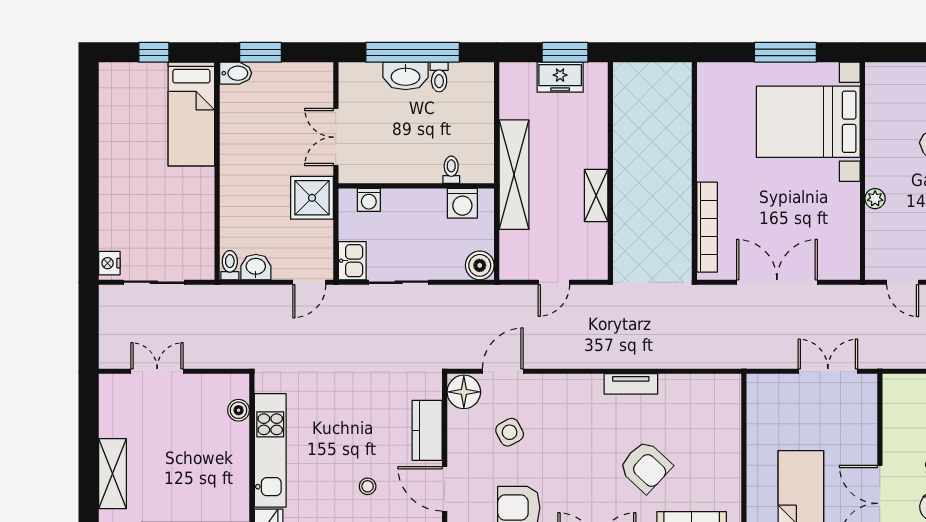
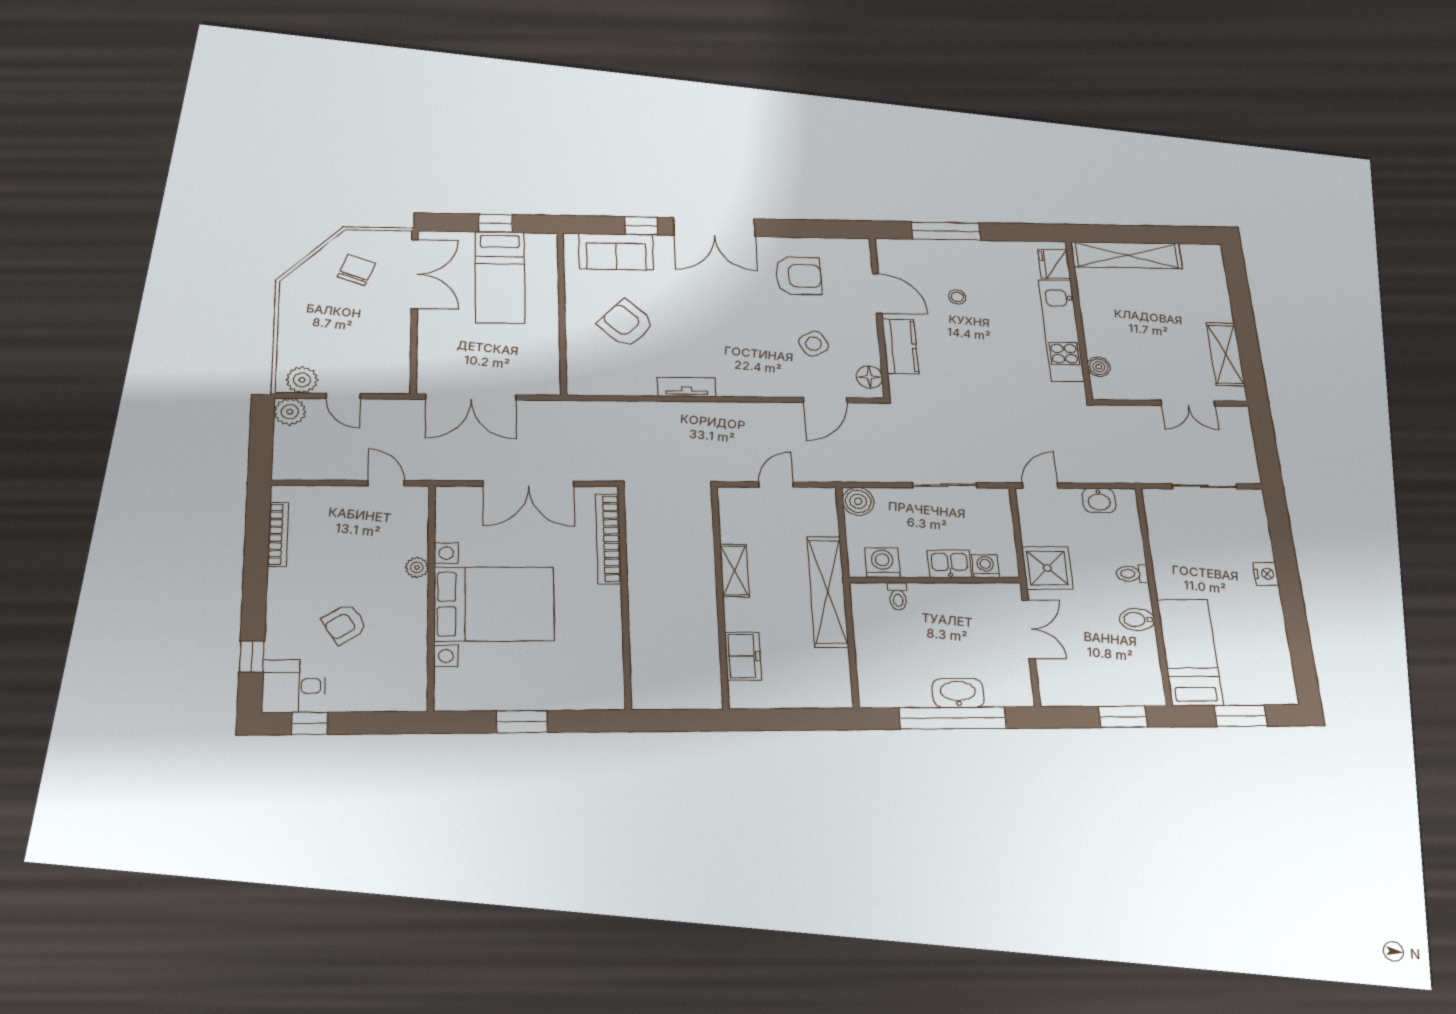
window: (154, 52) -> (1241, 716), width x1.50
window: (565, 52) -> (779, 719), removed
window: (785, 52) -> (522, 722), width x0.69
bidet: (236, 73) -> (1137, 619), moved
toilet: (439, 77) -> (920, 692), removed
freezer: (560, 77) -> (743, 656), moved, turned 90
bed with nightstands: (808, 122) -> (494, 604), moved
kitchen sink: (352, 261) -> (950, 564), moved, turned 90
nightstand: (109, 263) -> (1266, 574), moved
toilet: (230, 265) -> (1132, 574), moved, turned 90
double door: (828, 371) -> (471, 397), width x1.37
floor lamp: (464, 392) -> (869, 377), width x0.73, depth x0.73
armchair: (645, 467) -> (626, 323), moved
shelving: (112, 474) -> (1226, 354), moved

